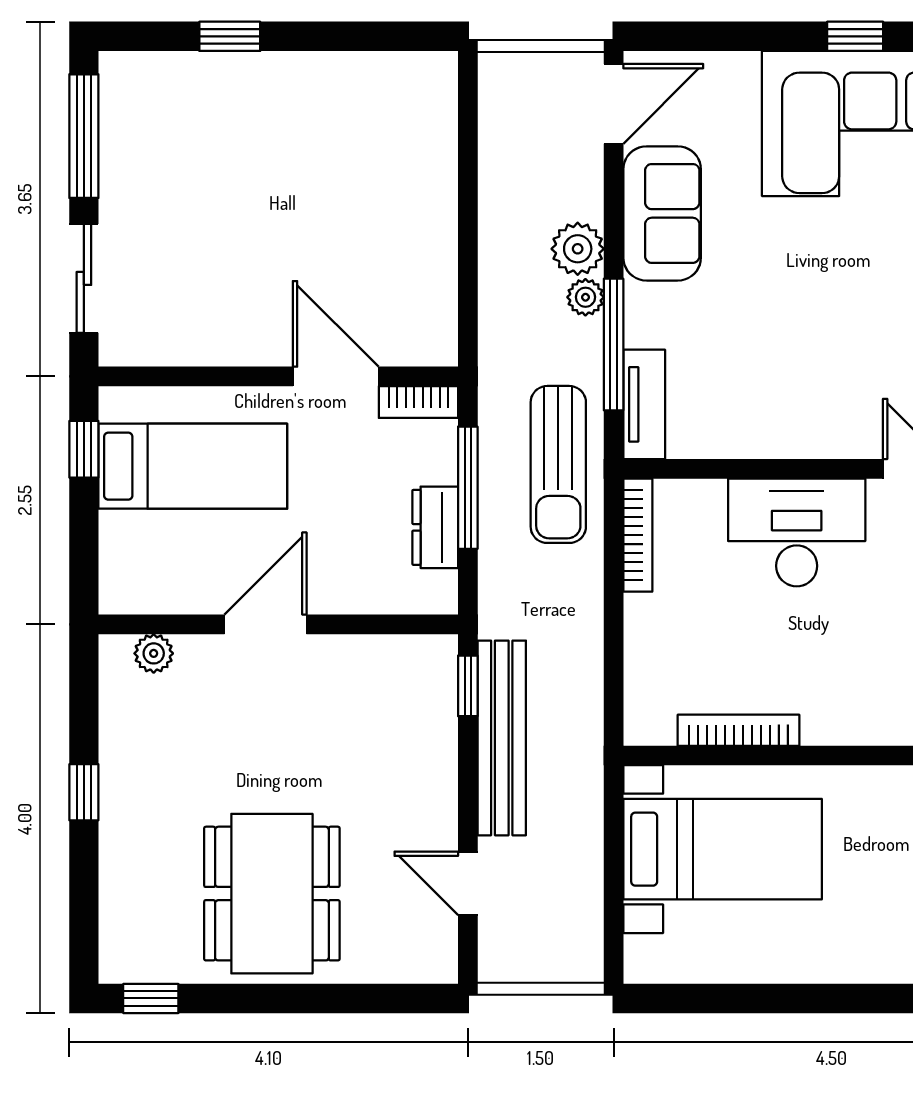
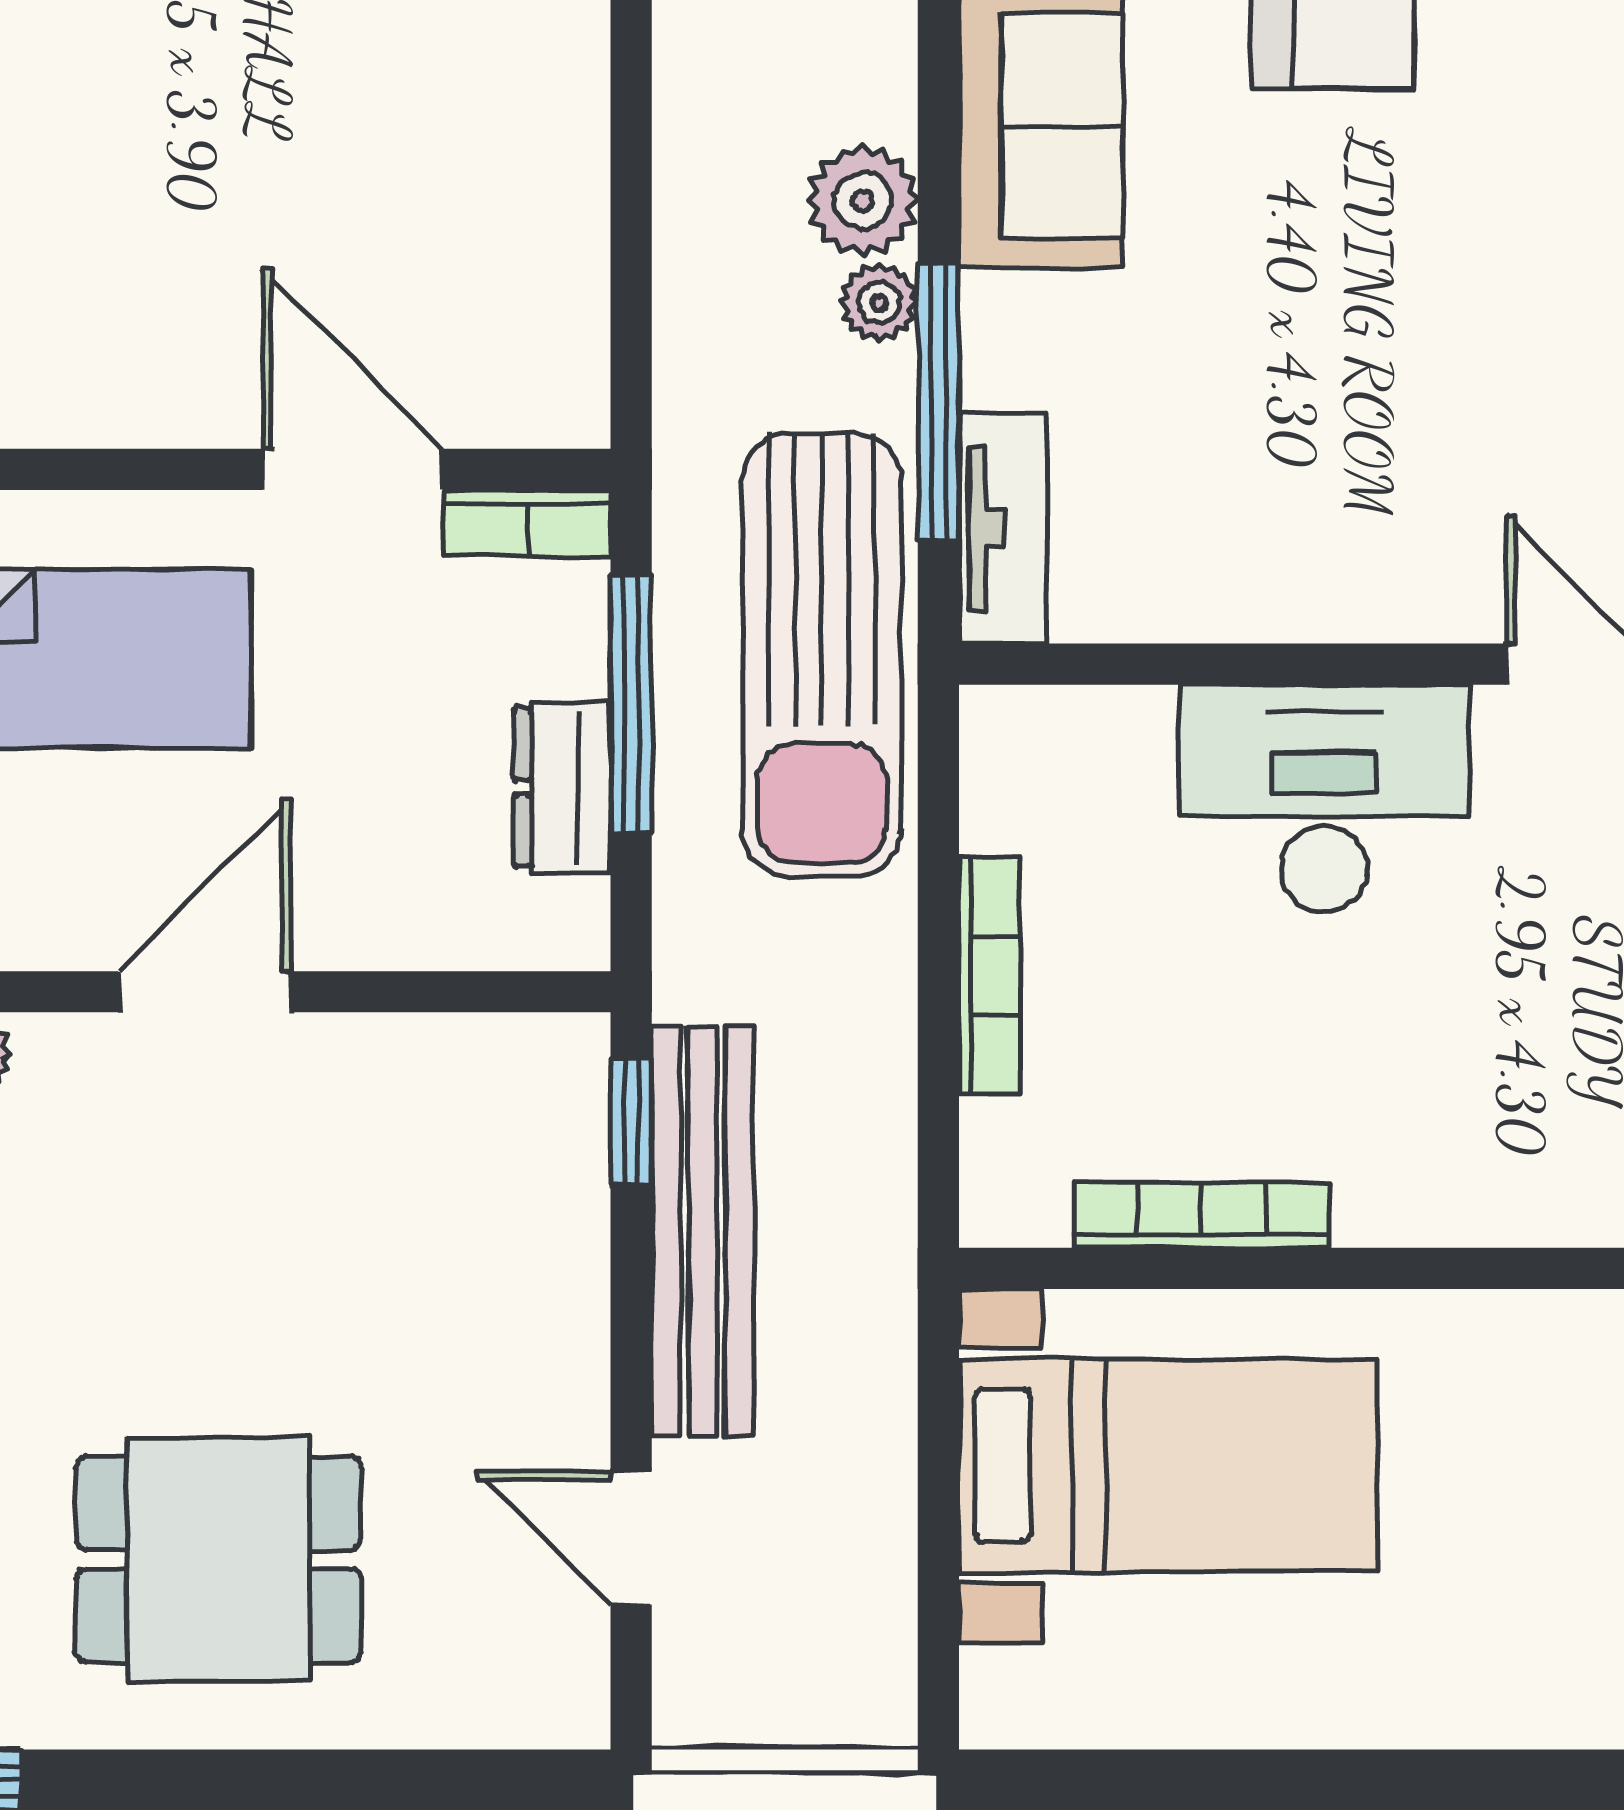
sun lounger: (558, 464) -> (822, 655), width x1.36, depth x1.34
bookcase: (638, 535) -> (989, 975), moved
dining table: (272, 894) -> (218, 1559), width x0.73

